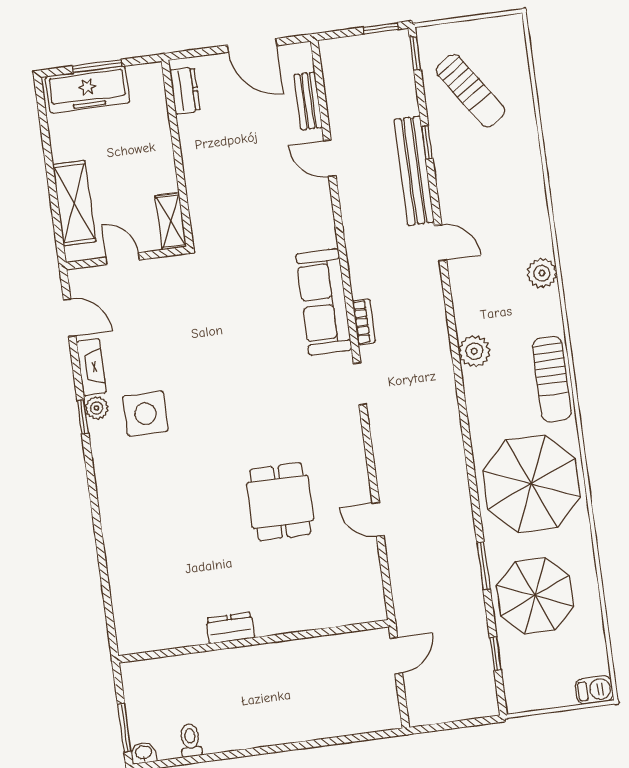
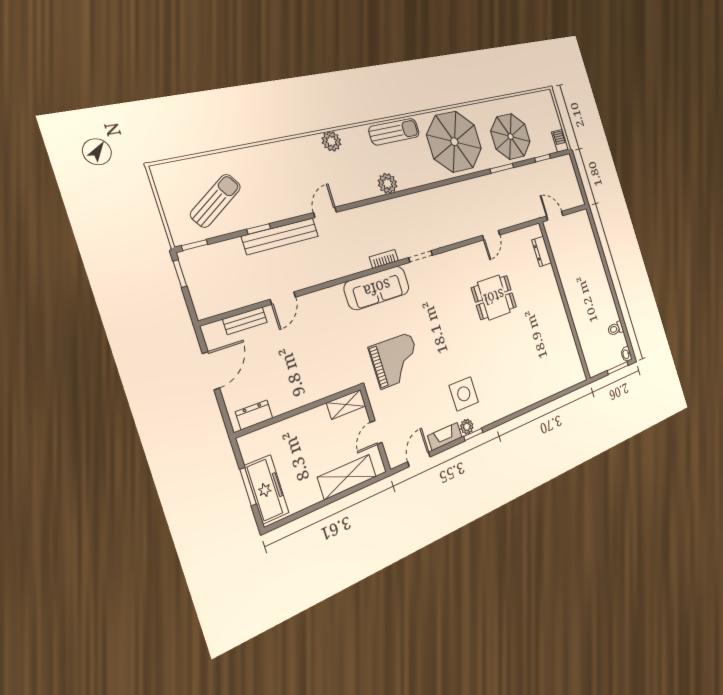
grand piano: (216, 310) -> (396, 360), added
dresser: (230, 628) -> (542, 251), moved
barbecue: (594, 690) -> (560, 141), moved

